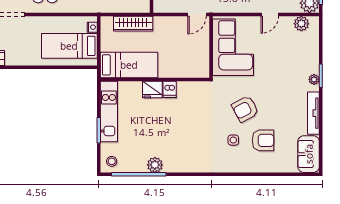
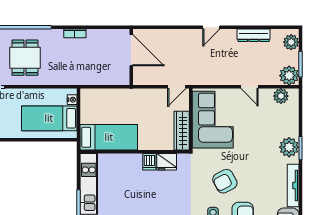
door: (270, 14) -> (249, 87), hinge flipped
wardrobe: (133, 24) -> (182, 131), moved, turned 90
plant: (314, 79) -> (289, 147), width x1.87, depth x1.87
fridge: (152, 89) -> (167, 162), moved

